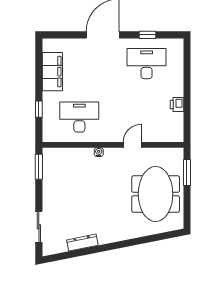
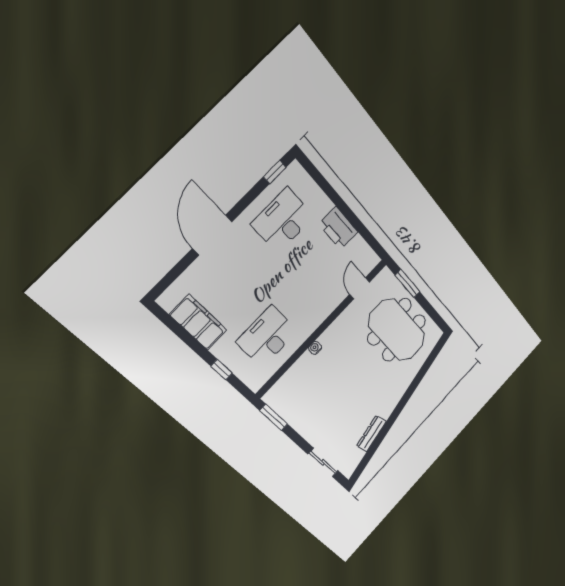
window: (148, 35) -> (275, 172), moved
printer: (177, 104) -> (338, 228), width x1.87, depth x1.48
door: (132, 145) -> (360, 288), moved

